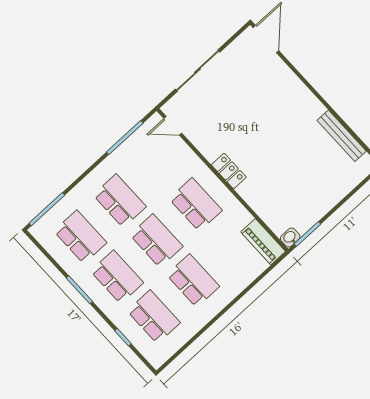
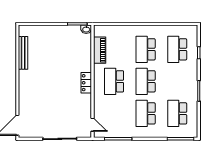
piano: (263, 242) -> (100, 50), moved
school desk: (117, 277) -> (177, 81), removed

